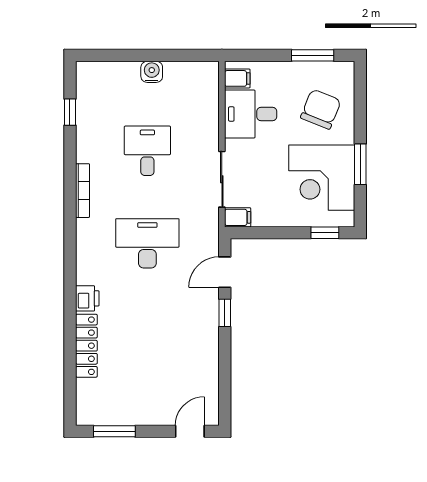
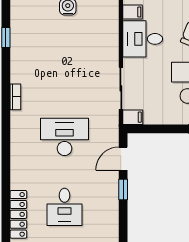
desk: (147, 151) -> (64, 207), moved, turned 180
bookcase: (83, 191) -> (15, 97), width x0.64
printer: (87, 298) -> (19, 179), removed

